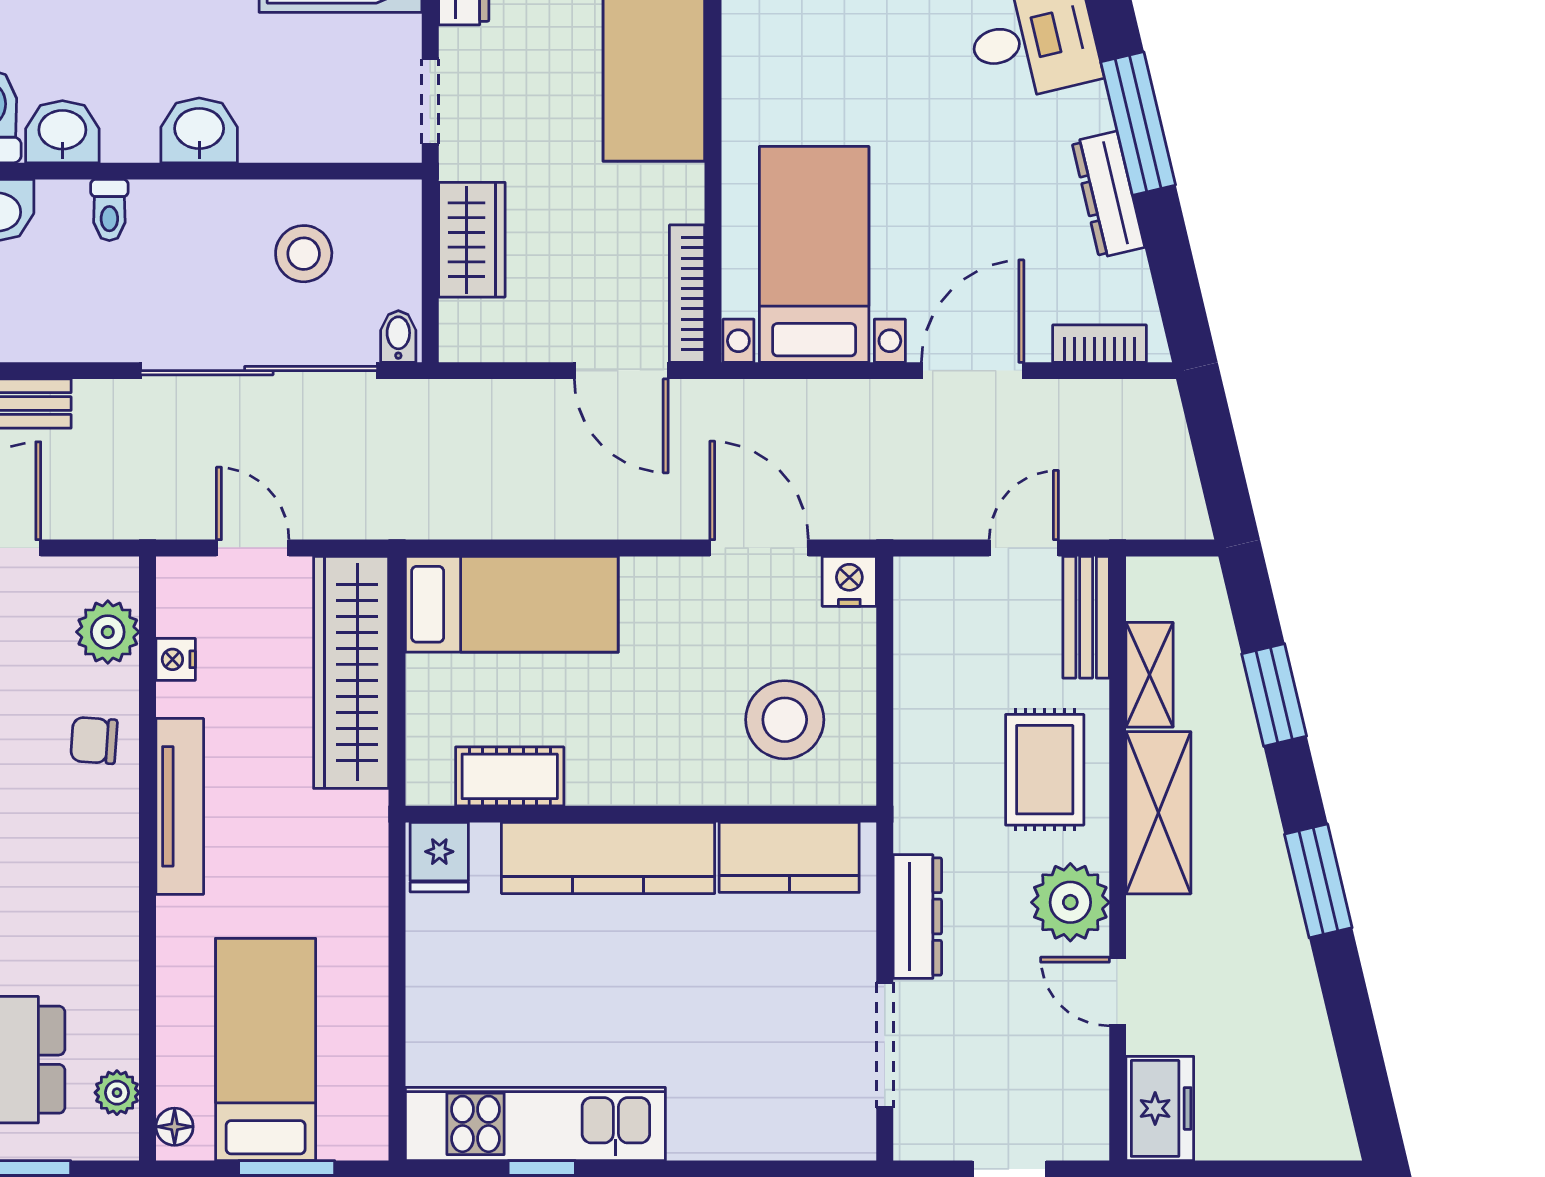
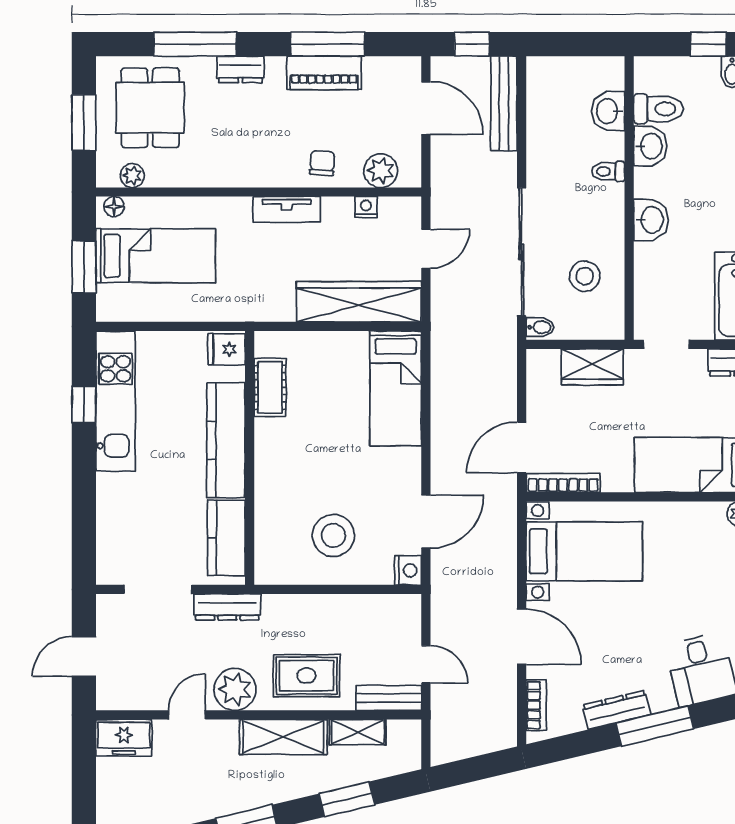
cot: (510, 776) -> (270, 387), moved
tv unit: (180, 806) -> (287, 209), width x0.71
wall: (641, 814) -> (250, 458), moved
fridge: (439, 857) -> (226, 349), moved
kitchen counter: (789, 857) -> (226, 538), moved
kitchen counter: (608, 858) -> (226, 440), moved

